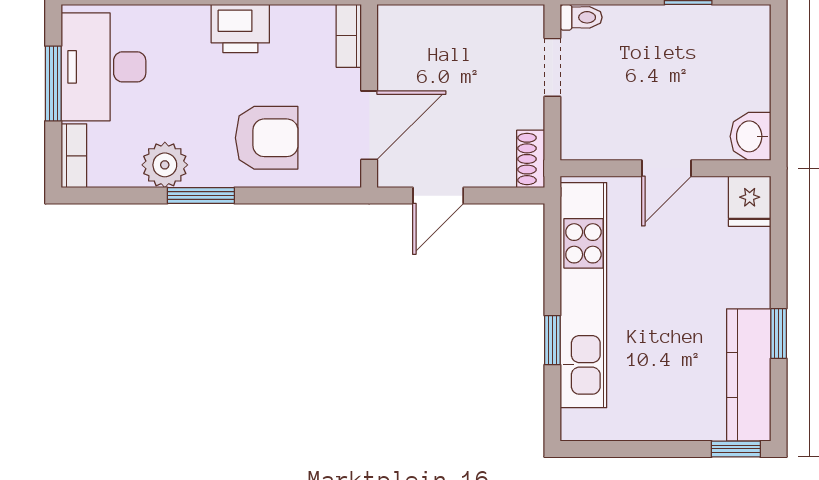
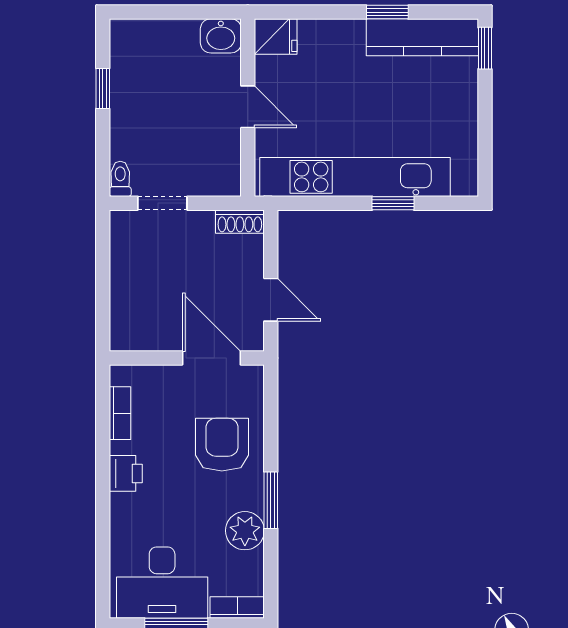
printer: (240, 28) -> (126, 473), width x0.73, depth x0.81
bookcase: (349, 36) -> (120, 413), moved, turned -90

